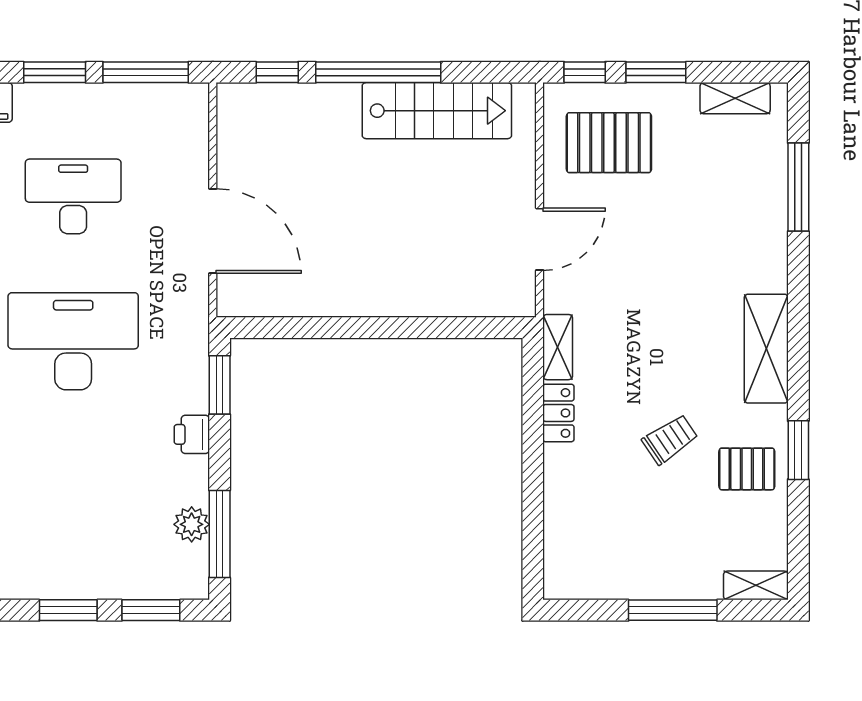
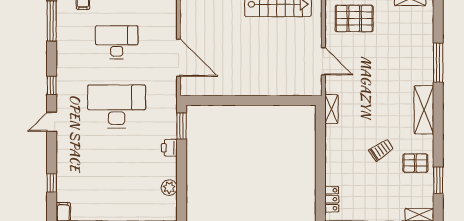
window: (798, 187) -> (438, 63), moved
door: (540, 239) -> (323, 61), hinge flipped
locker: (558, 413) -> (332, 199), moved
window: (798, 450) -> (438, 180), moved
window: (220, 534) -> (182, 192), removed

